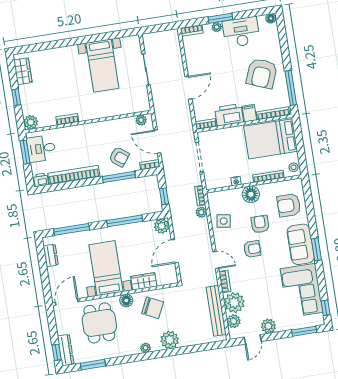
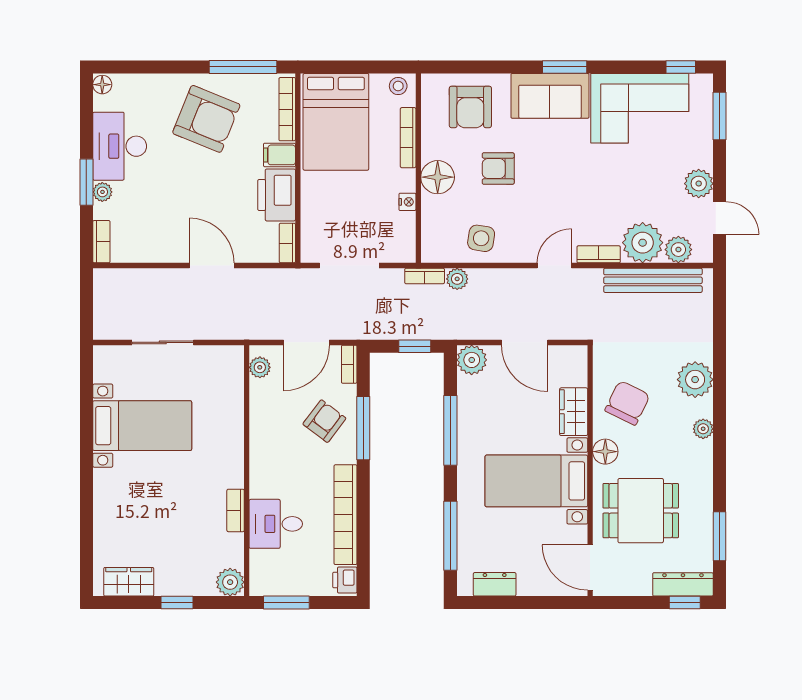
desk: (41, 148) -> (276, 524), moved, turned 90
armchair: (252, 249) -> (544, 191), removed

